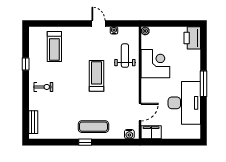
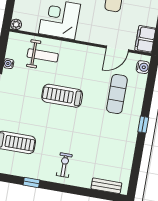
weight bench: (125, 56) -> (43, 55), turned 180
door: (140, 112) -> (117, 49), swing flipped
exercise mat: (93, 127) -> (117, 94), moved

